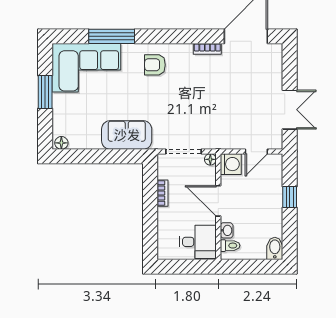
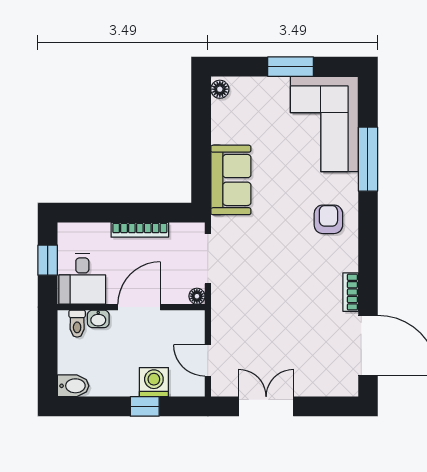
double door: (290, 110) -> (266, 406), swing flipped
washing machine: (231, 164) -> (154, 382), moved, turned 180
bookcase: (163, 193) -> (140, 230), width x1.56
window: (184, 267) -> (48, 260), added

